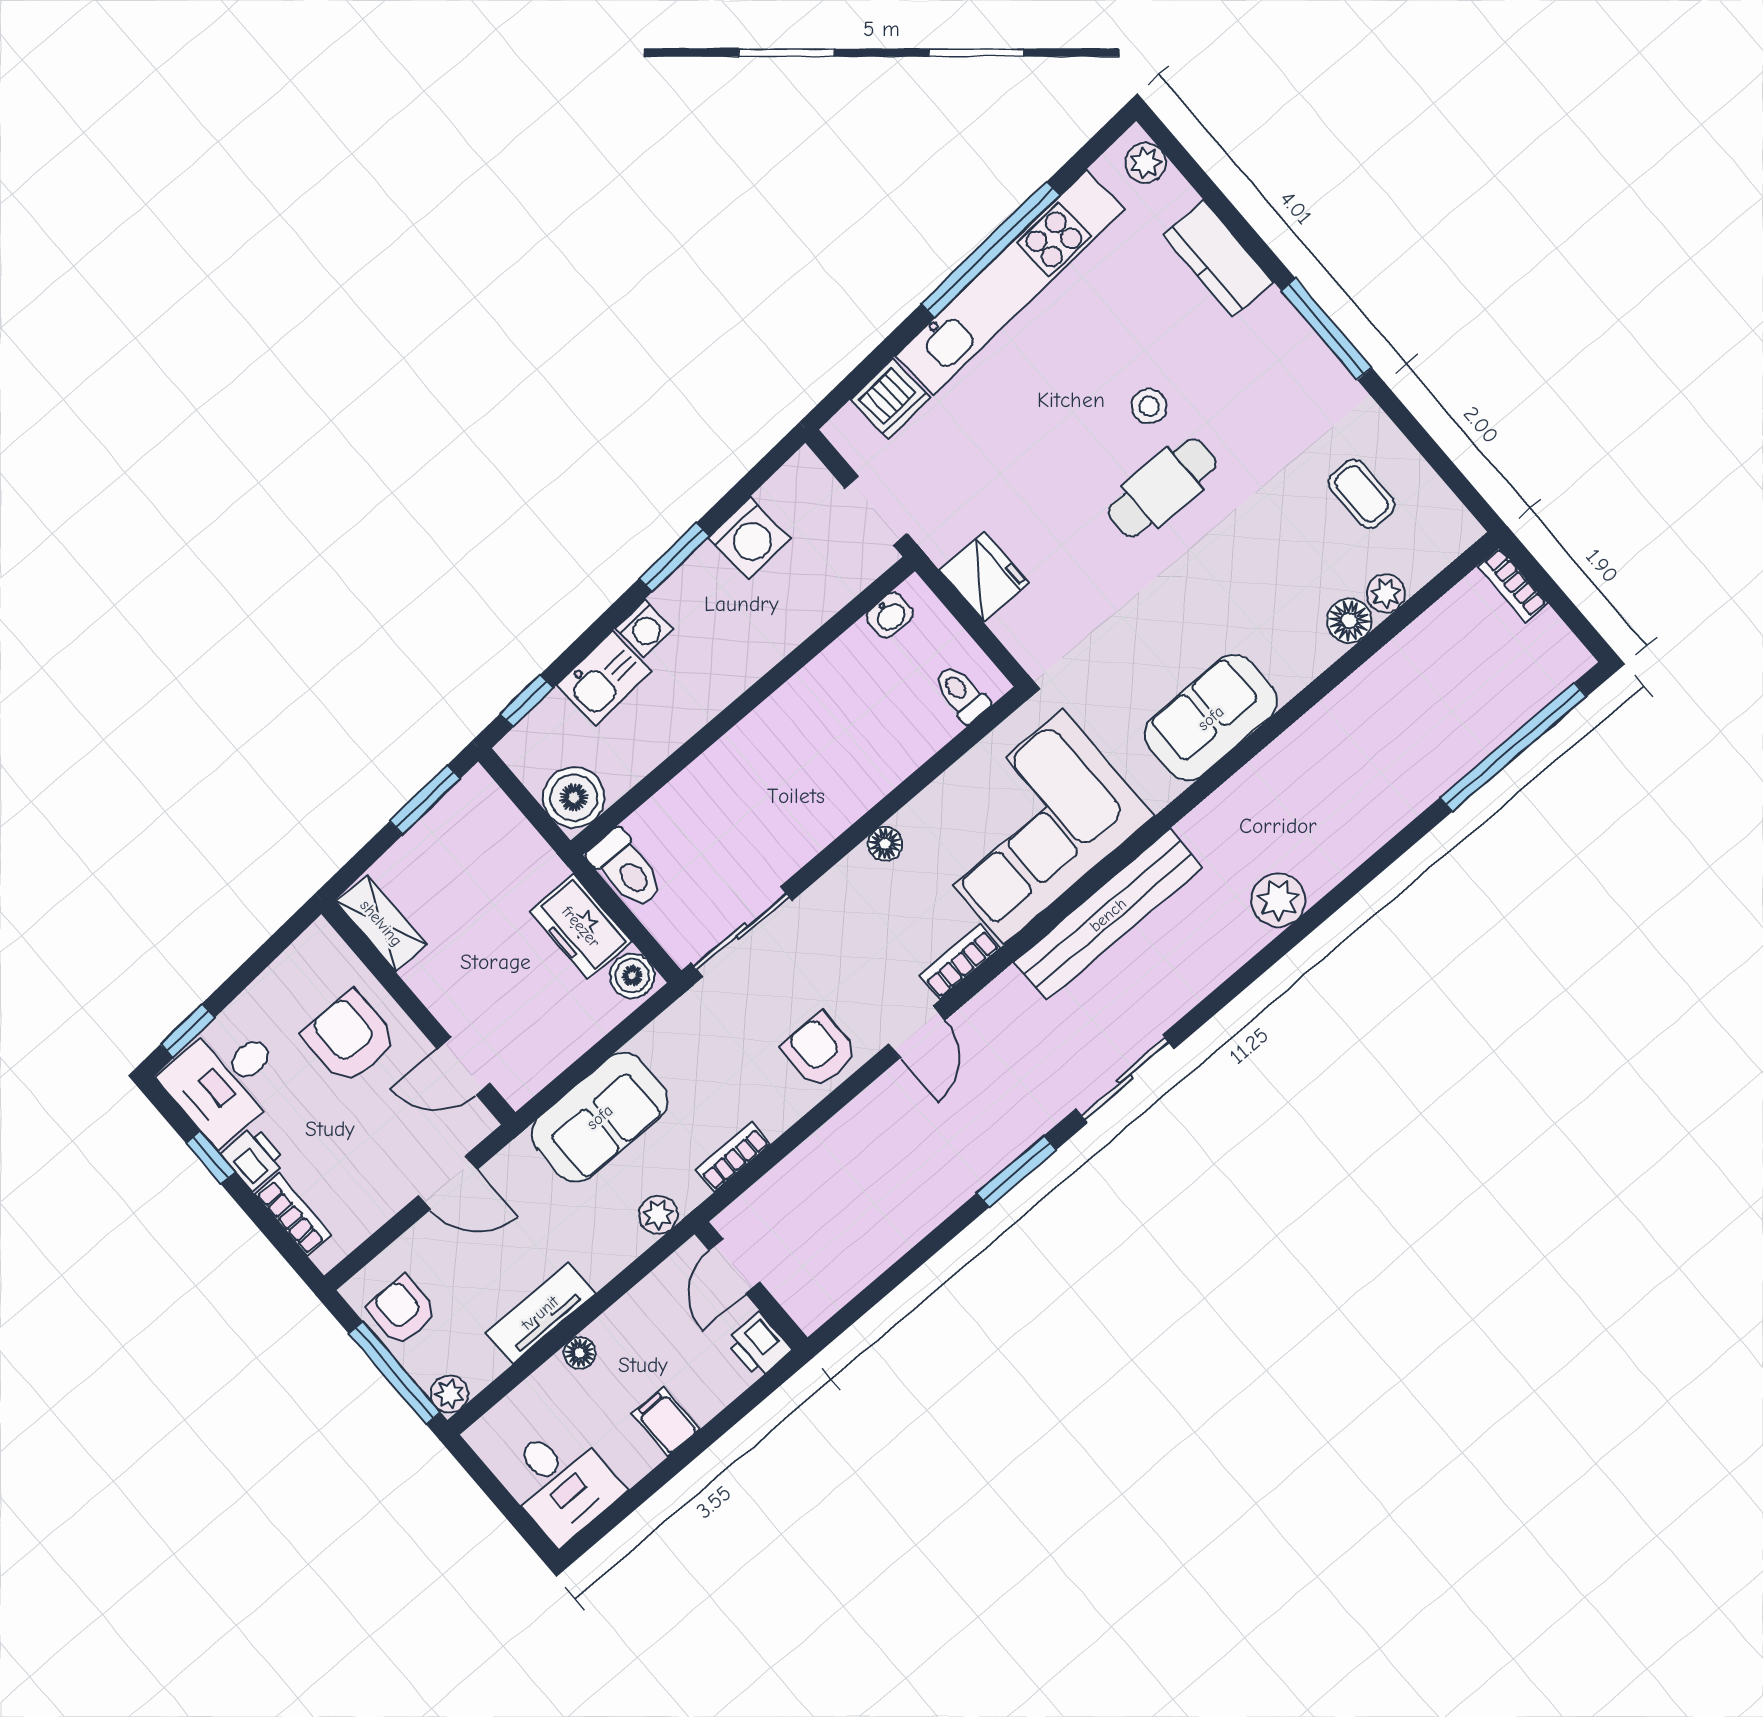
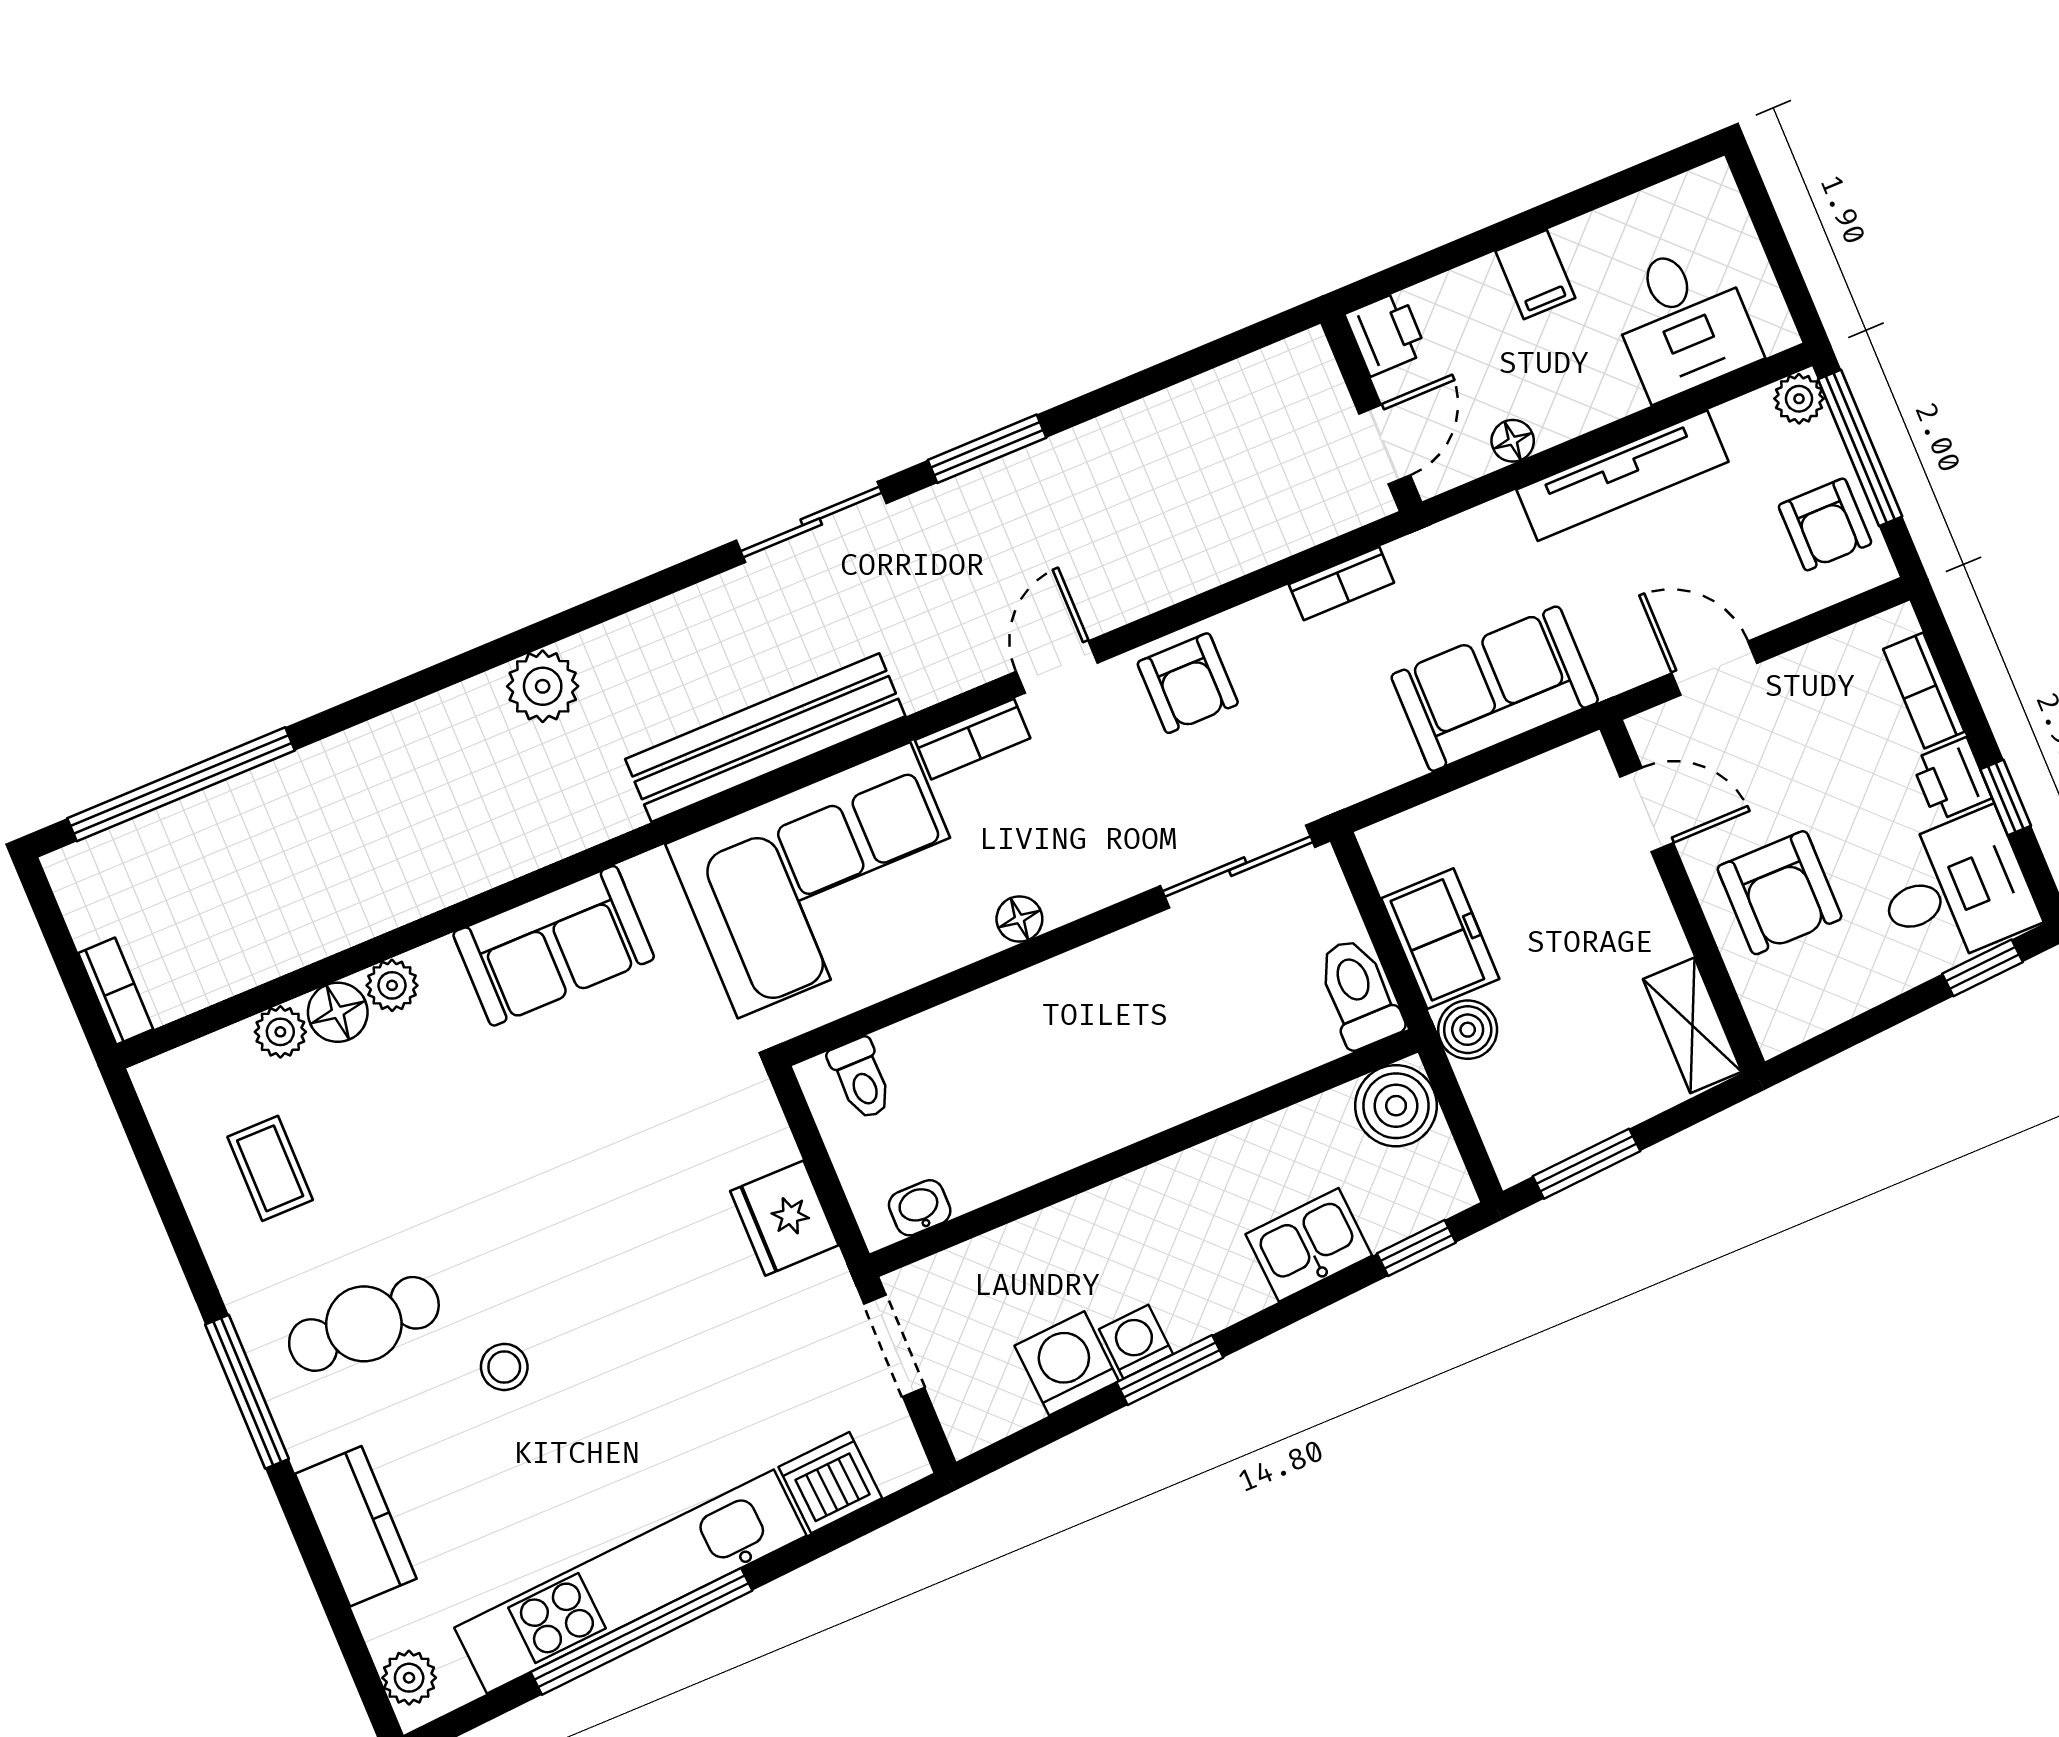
cafe table: (1162, 488) -> (364, 1324), moved
washing machine: (644, 629) -> (1136, 1342), moved
boiler: (632, 976) -> (1468, 1030), moved
plant: (658, 1215) -> (392, 985), moved
tv unit: (540, 1313) -> (1622, 476), width x1.41
floor lamp: (580, 1353) -> (1513, 441), moved
desk: (561, 1482) -> (1683, 321), moved, turned 180

